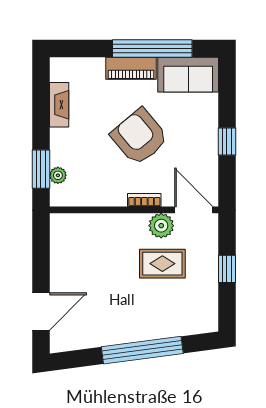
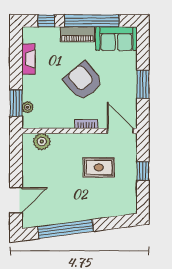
window: (85, 48) -> (46, 21), added
window: (227, 142) -> (143, 84), width x1.50
plant: (161, 226) -> (42, 142), moved
window: (142, 350) -> (66, 229), moved

